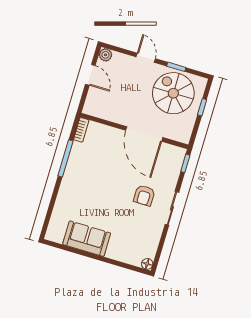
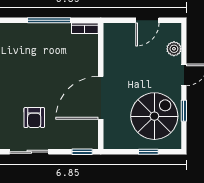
plant: (105, 55) -> (174, 49), moved
armchair: (144, 195) -> (34, 118), turned -90

